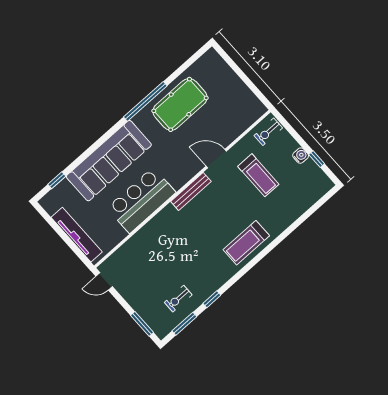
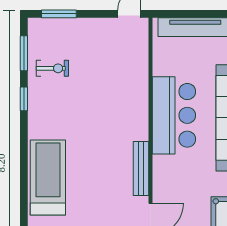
treadmill: (246, 243) -> (48, 177), width x1.37, depth x1.38
exercise bike: (178, 299) -> (52, 68), turned 90

